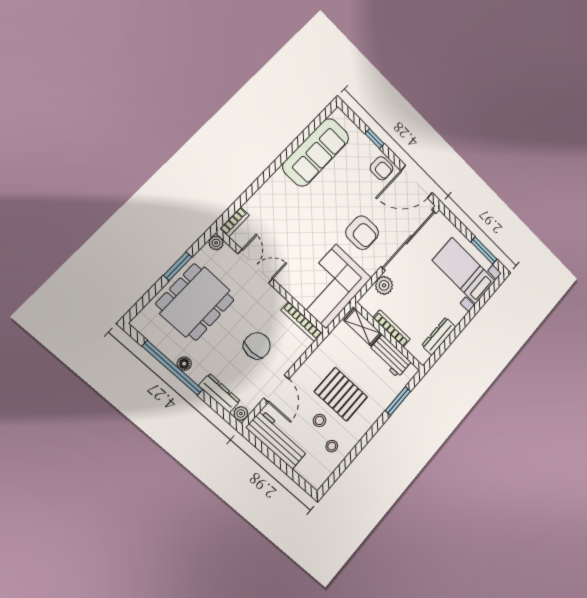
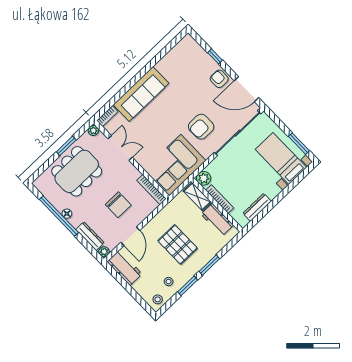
sofa: (316, 152) -> (141, 94), moved
armchair: (382, 168) -> (219, 79), turned 180
armchair: (362, 233) -> (201, 127), turned 90
plant: (384, 285) -> (204, 178), moved
chair: (257, 346) -> (118, 205), turned 90
window: (398, 401) -> (209, 265), moved
stool: (319, 420) -> (158, 299), moved
workbench: (277, 439) -> (124, 268), width x0.73
window: (357, 449) -> (188, 286), added

